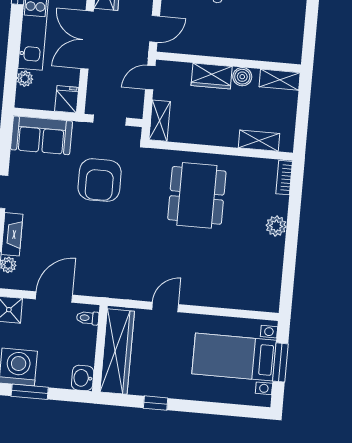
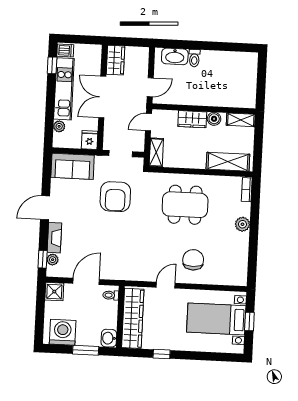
shelving: (259, 141) -> (228, 162), width x1.50, depth x1.33
dining table: (197, 195) -> (185, 205), turned 90
chair: (205, 273) -> (193, 260), added
window: (280, 362) -> (249, 321), width x0.67
window: (30, 392) -> (86, 350), moved

